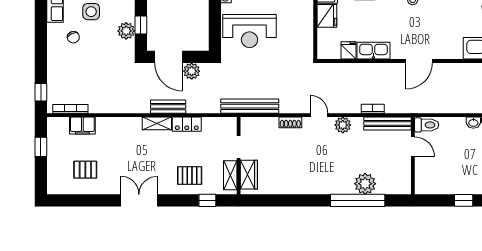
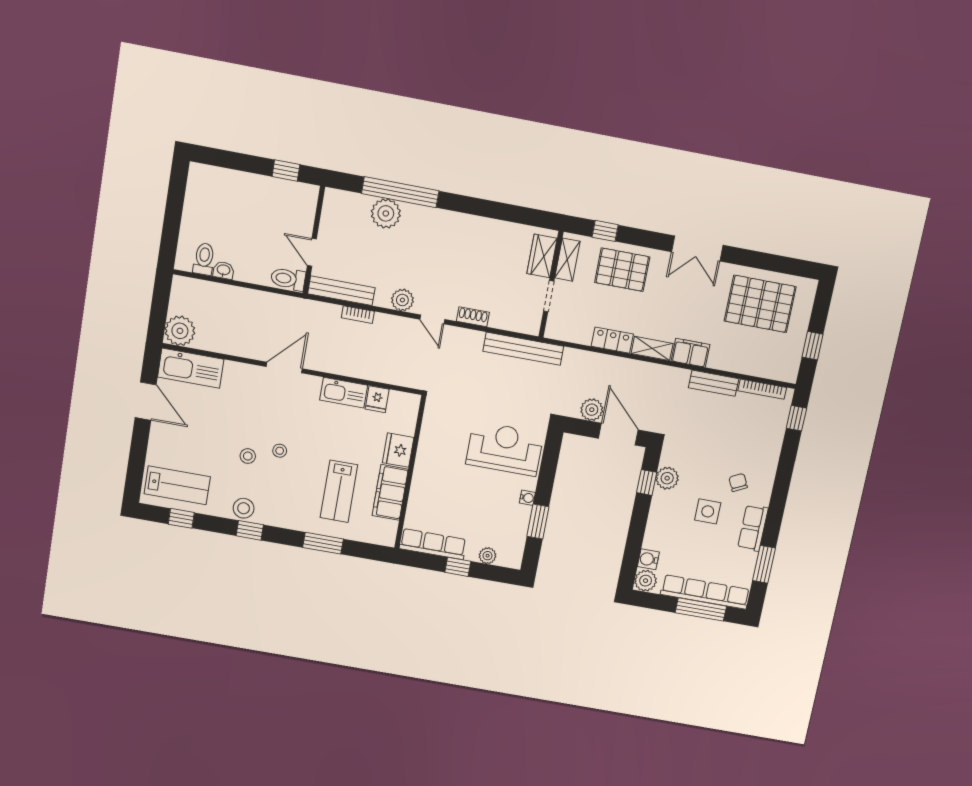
bench: (168, 107) -> (714, 383), moved
filing cabinet: (82, 125) -> (690, 353), moved
pallet: (85, 170) -> (760, 304), width x2.05, depth x2.00
pallet: (190, 176) -> (622, 270), width x1.50, depth x1.42
window: (464, 200) -> (286, 171), moved

